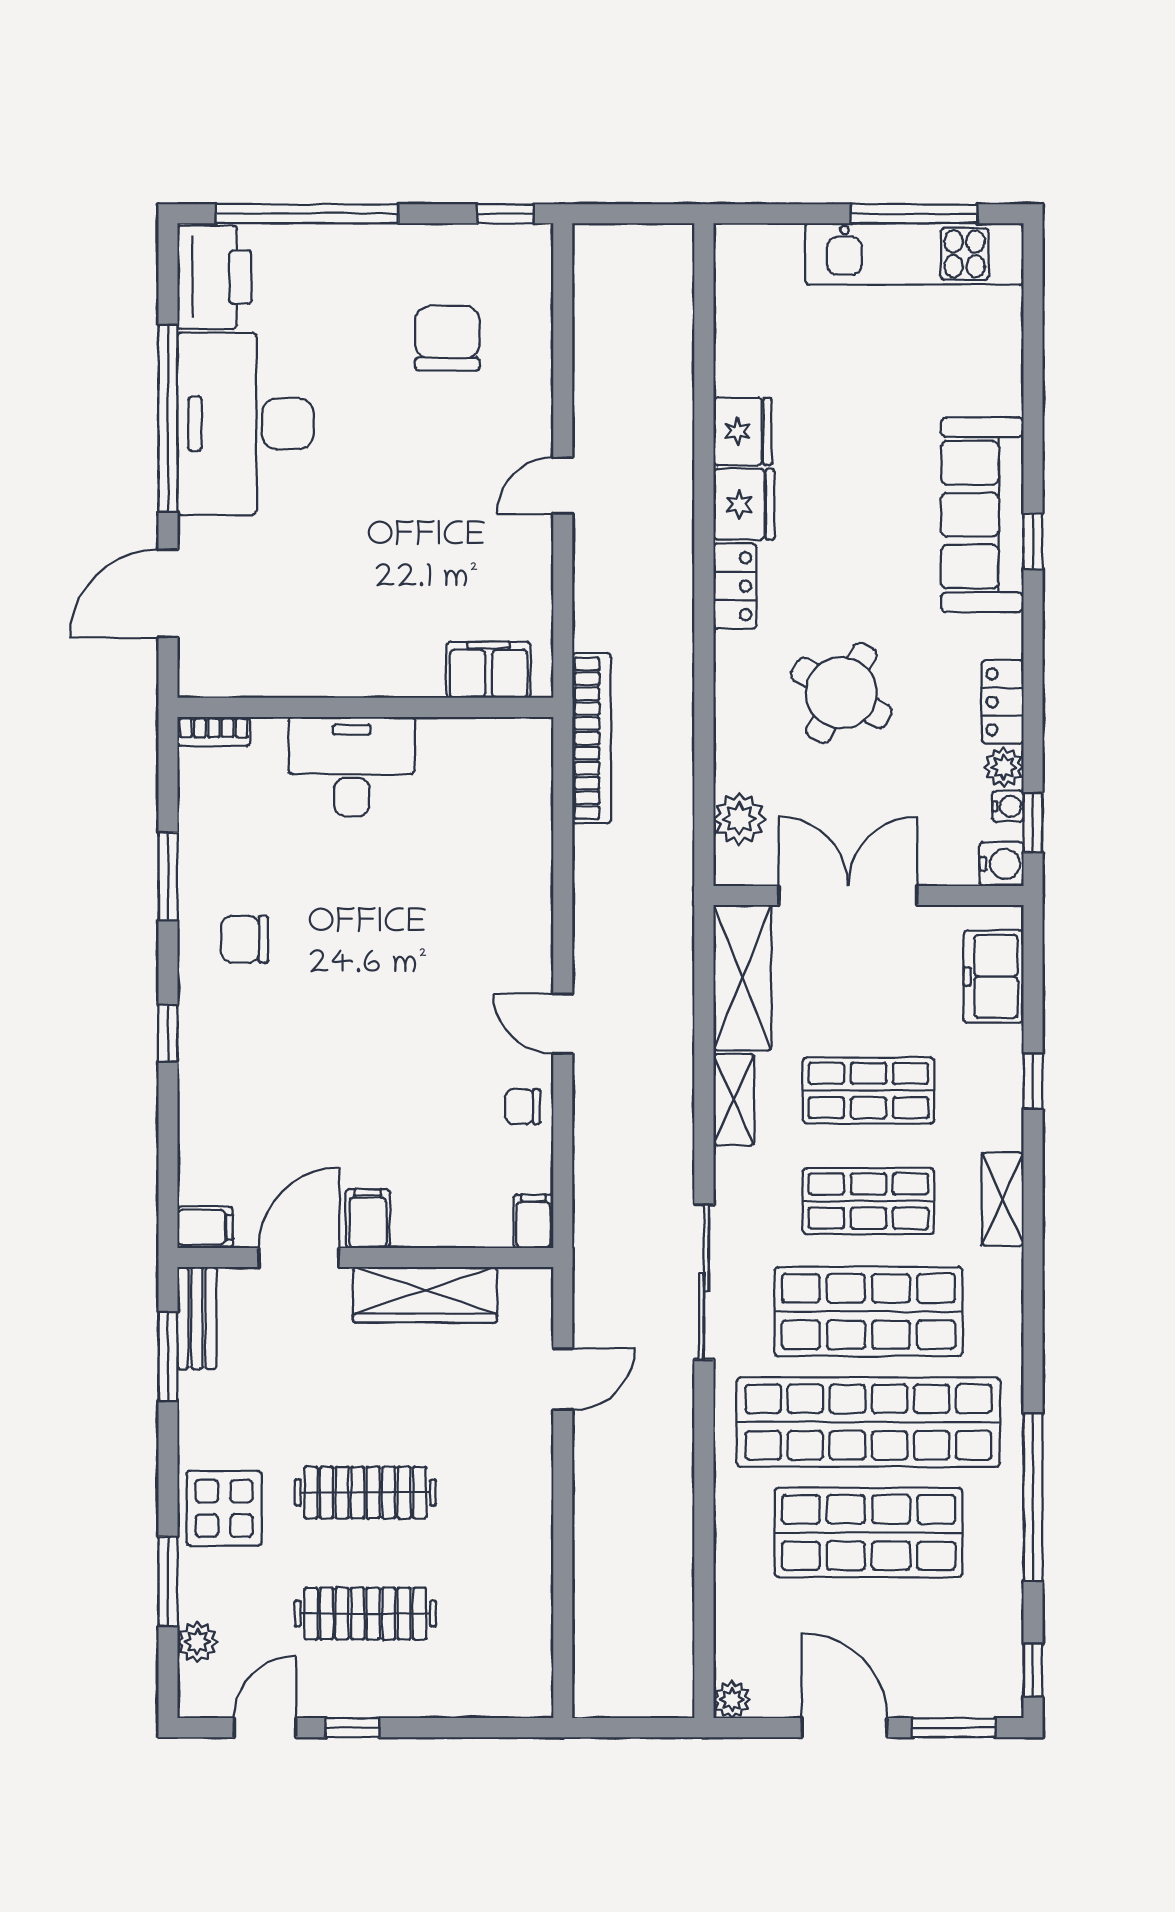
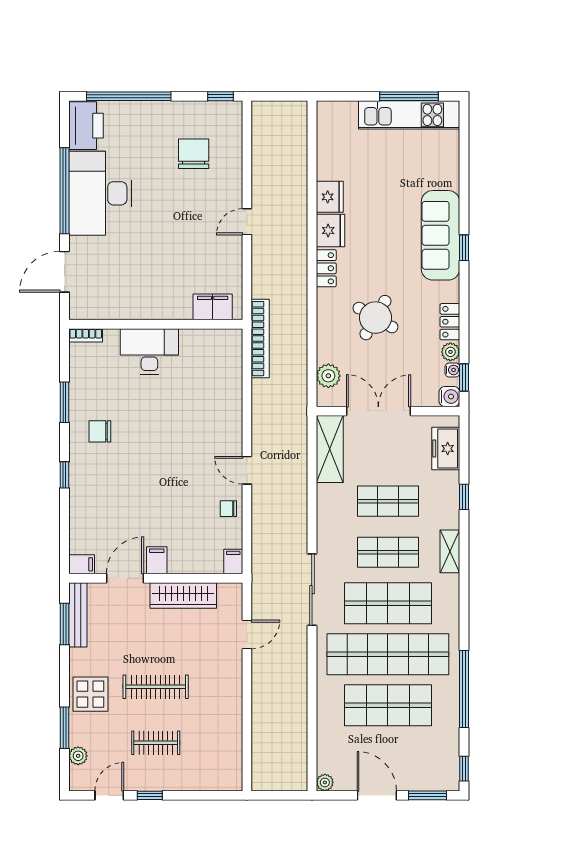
shelving: (734, 1100) -> (326, 505), removed
bench: (197, 1318) -> (78, 615), width x1.36
clothes rail: (365, 1614) -> (156, 743), width x0.73

